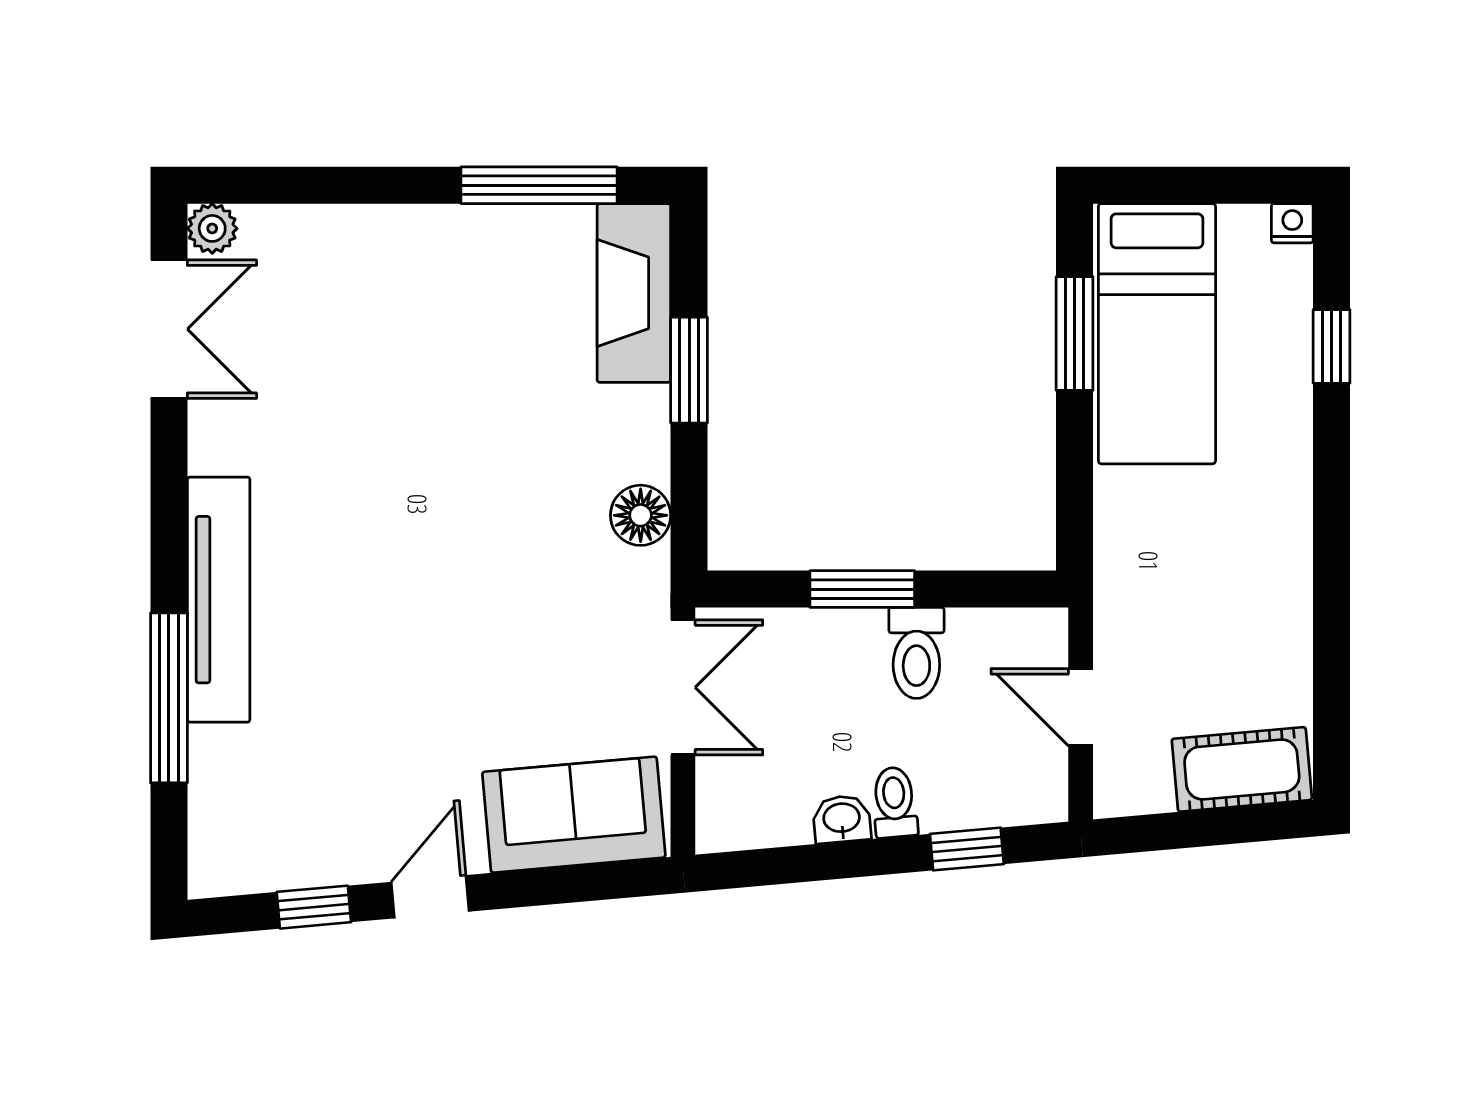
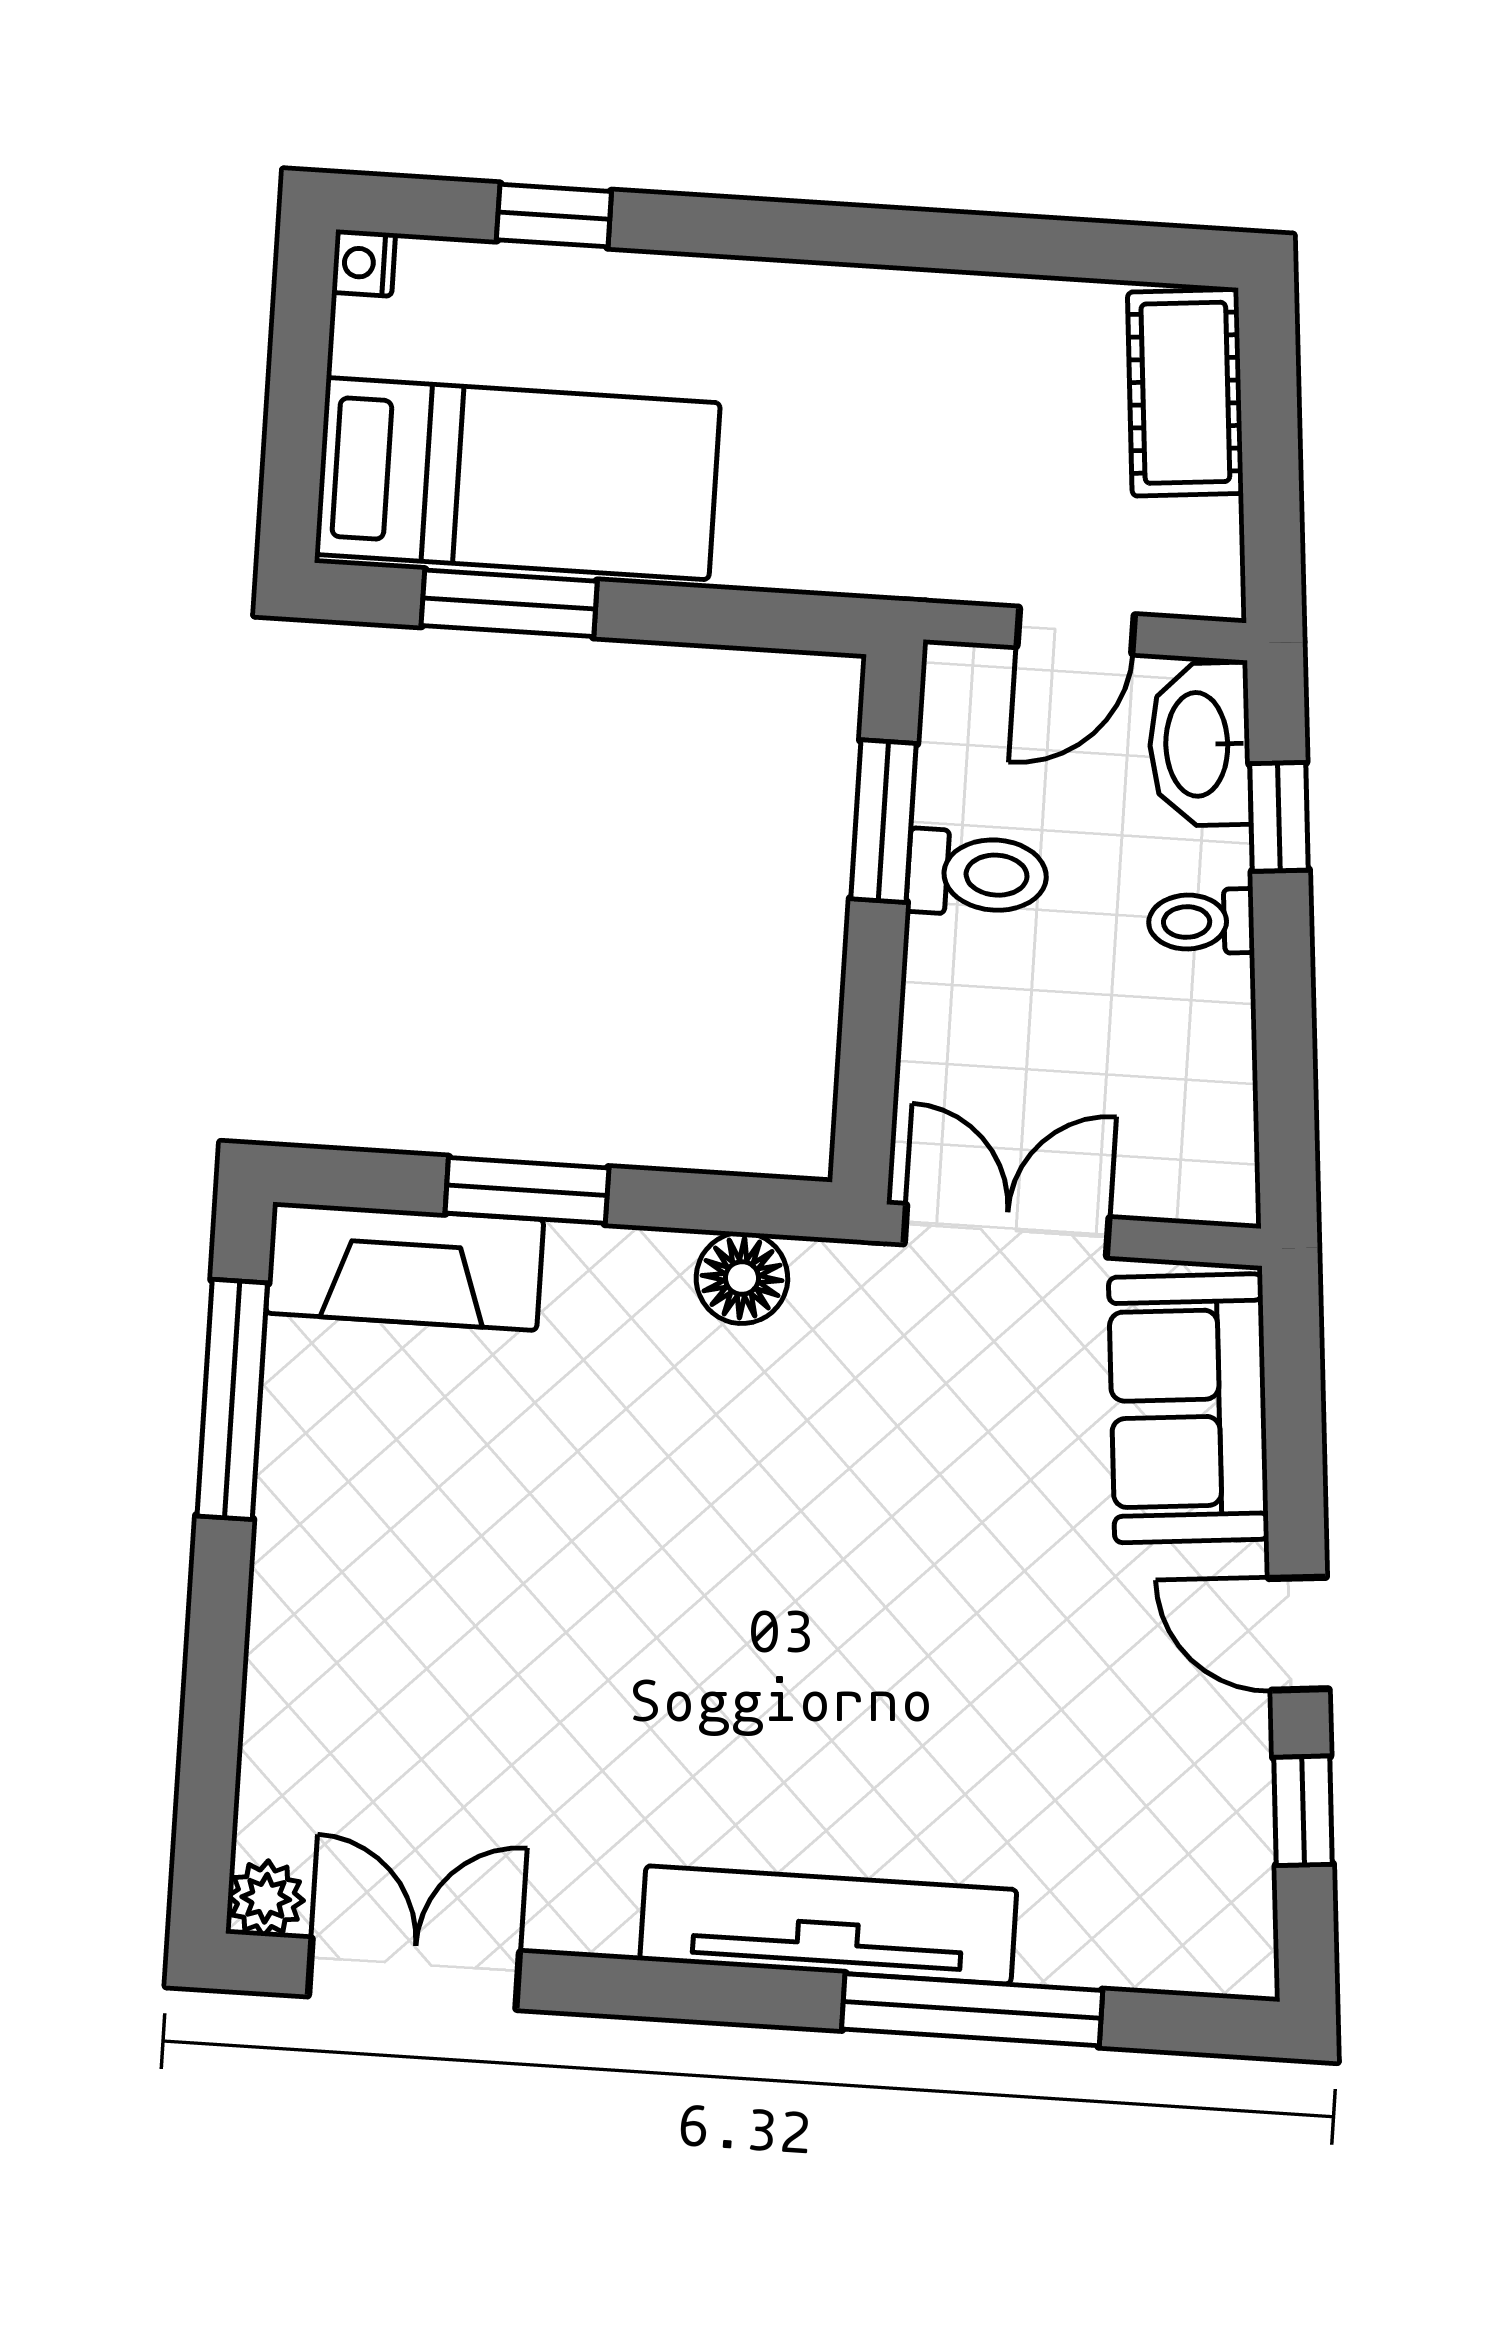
window: (862, 589) -> (884, 821), moved
washbasin: (842, 819) -> (1200, 744), moved, width x1.91, depth x1.45

